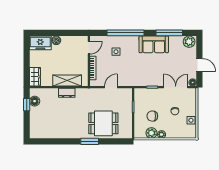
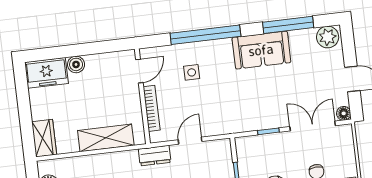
dresser: (67, 93) -> (155, 156), moved

